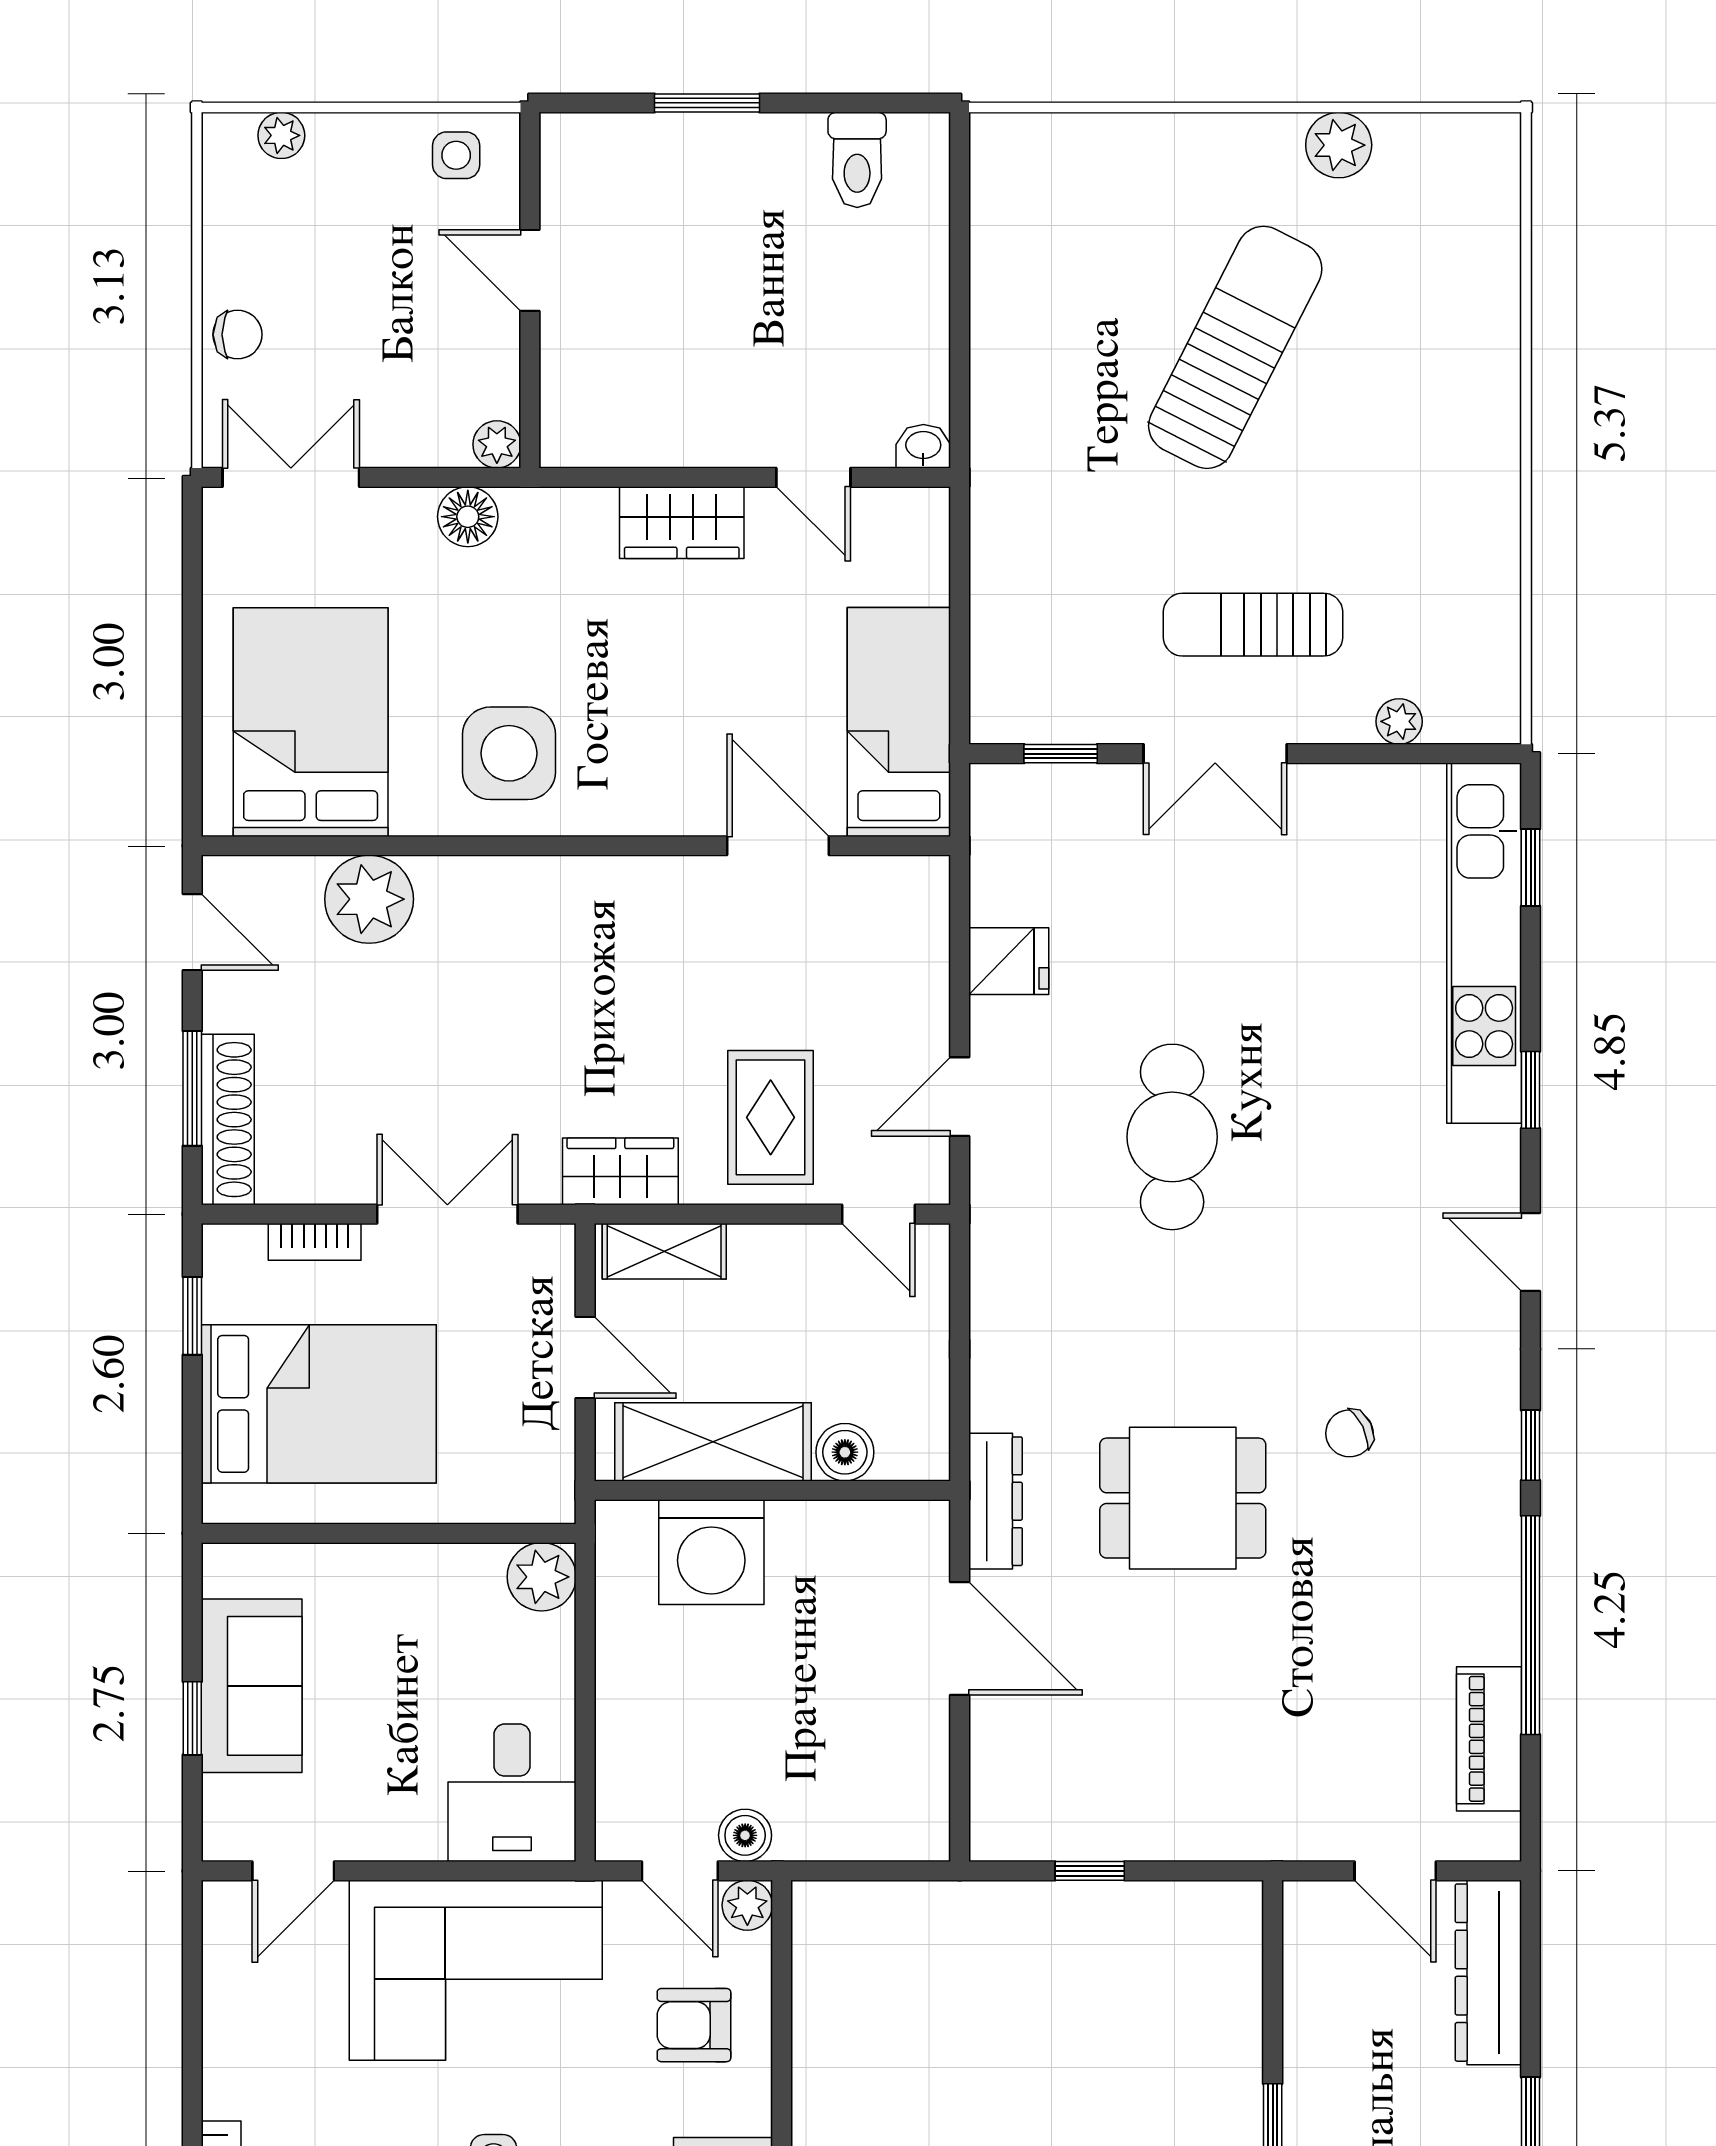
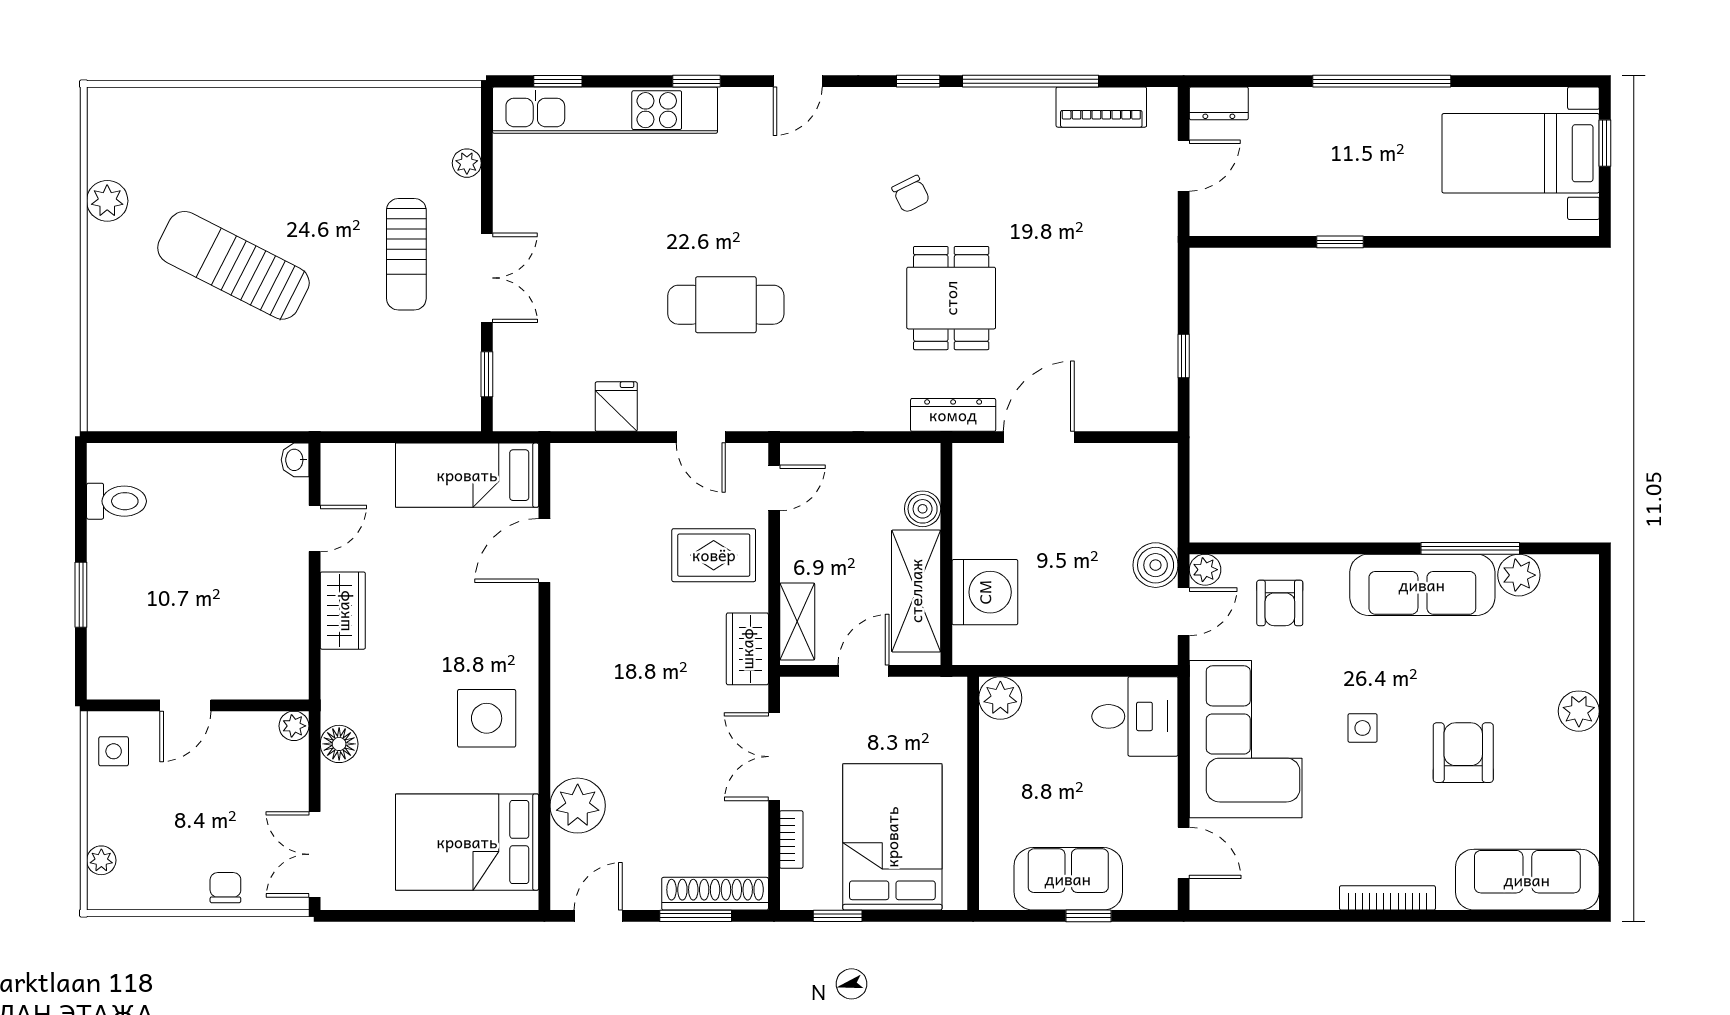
boiler: (745, 1835) -> (1156, 565), width x1.36, depth x1.36
dresser: (1488, 1973) -> (1219, 103), width x0.51, depth x0.80

